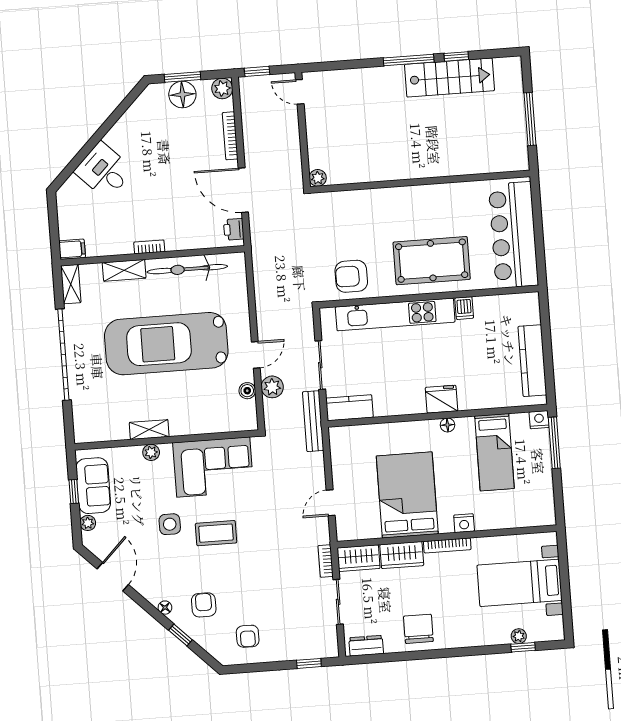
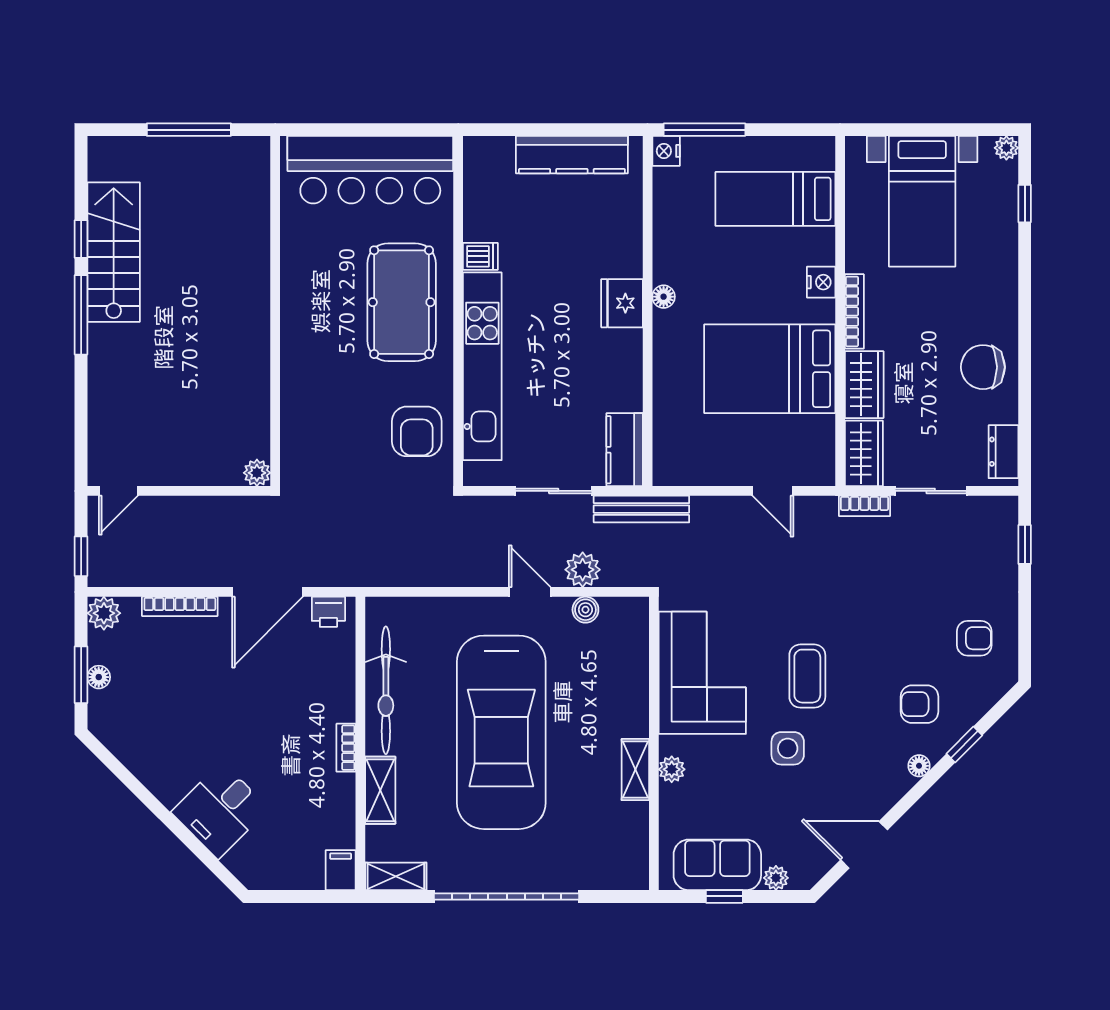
floor lamp: (182, 95) -> (99, 677), width x0.53, depth x0.53
bed: (494, 452) -> (775, 199), moved, turned 180
plant: (519, 636) -> (1006, 148), moved

